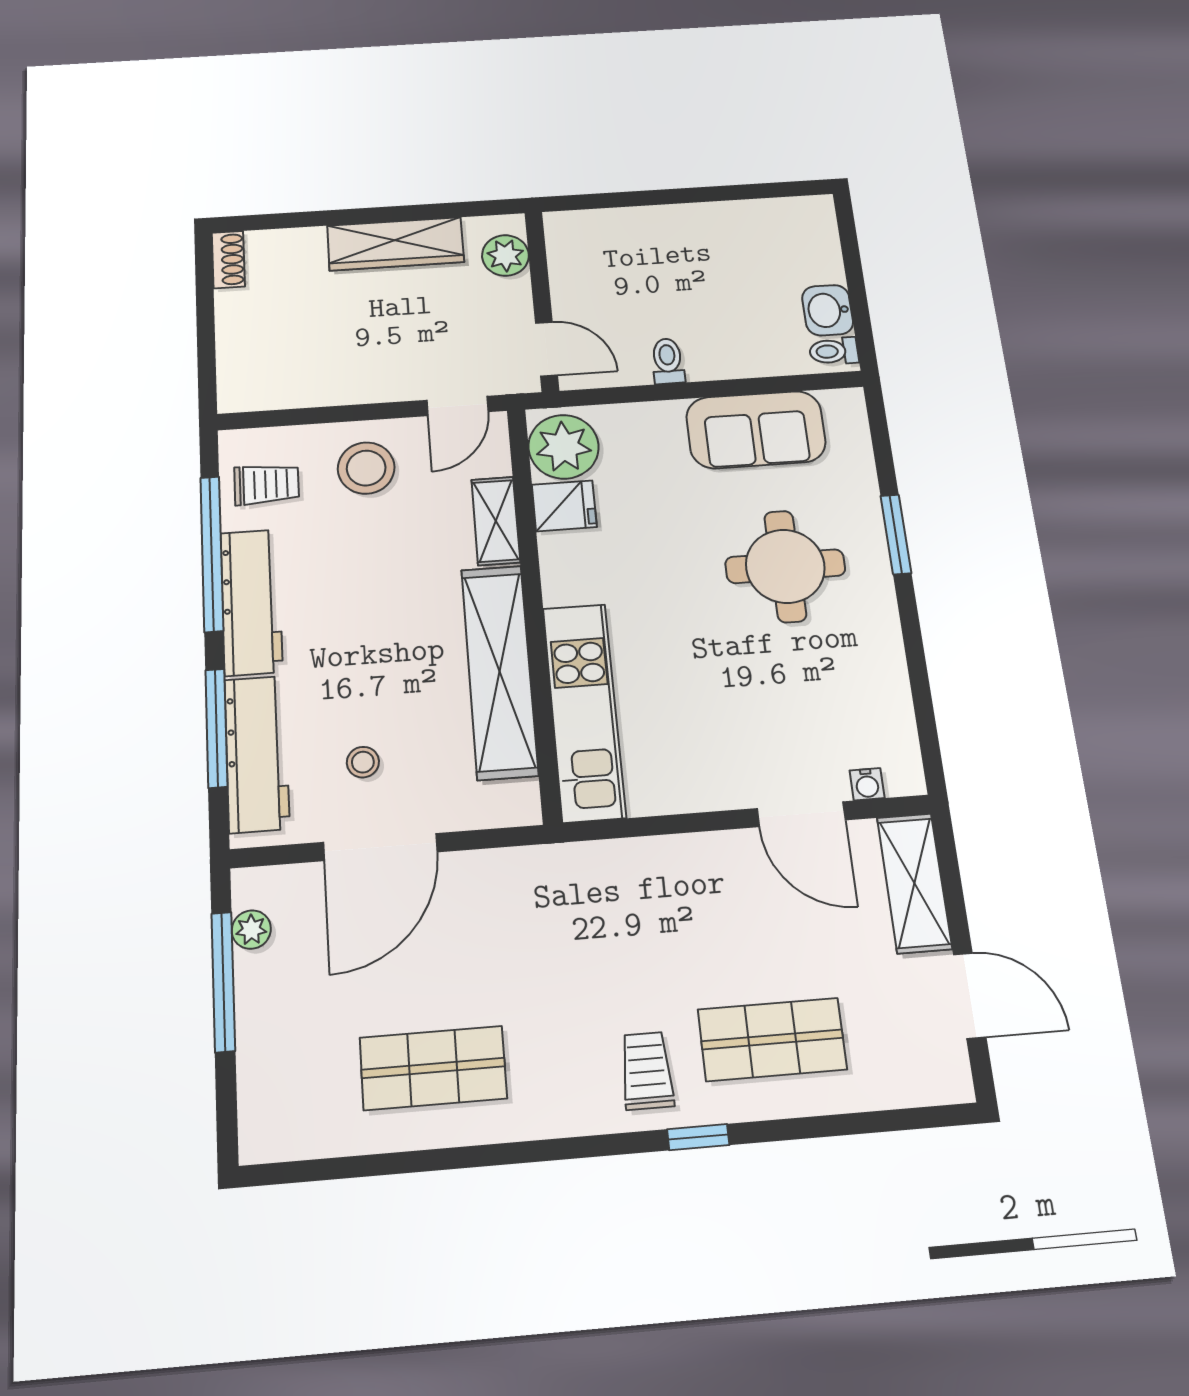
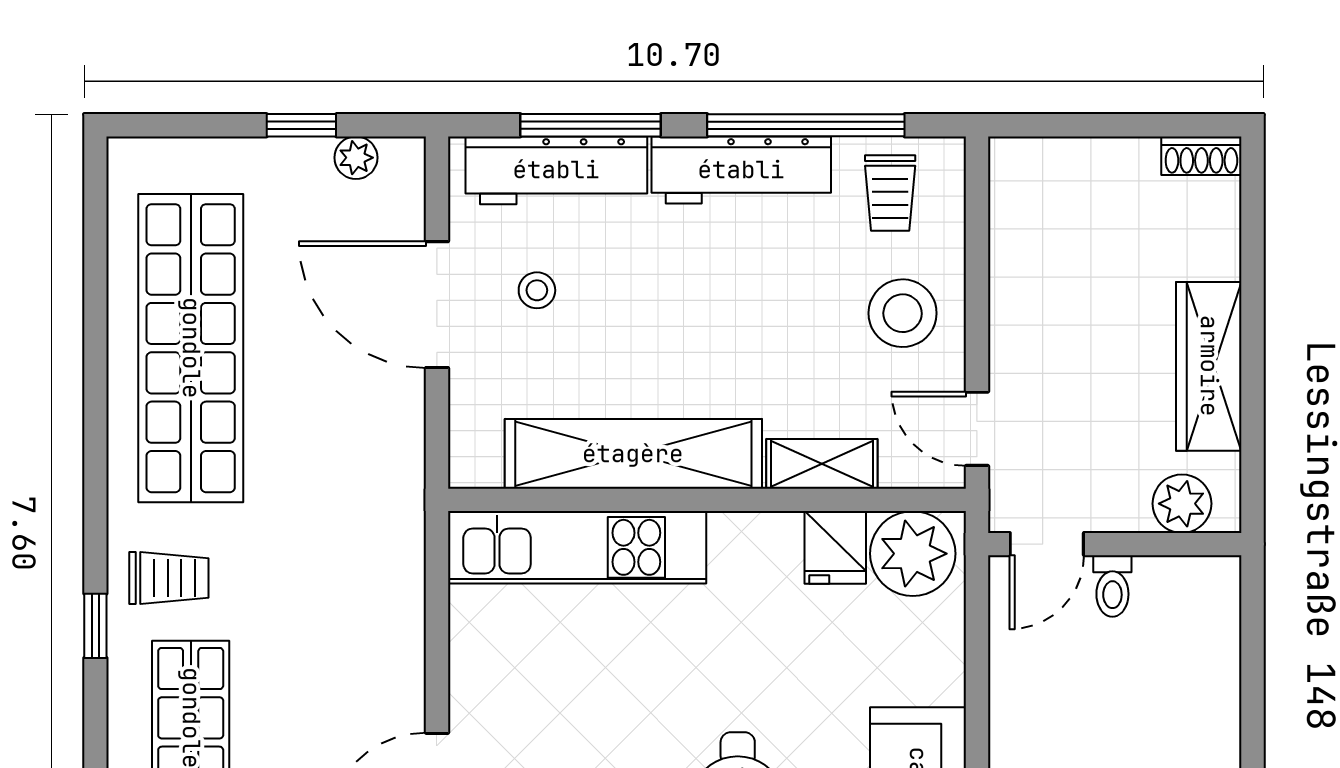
toilet: (668, 361) -> (1112, 586), moved, turned 90
window: (223, 982) -> (301, 125), width x0.46
shop shelf: (433, 1068) -> (191, 348), width x2.00, depth x1.36

